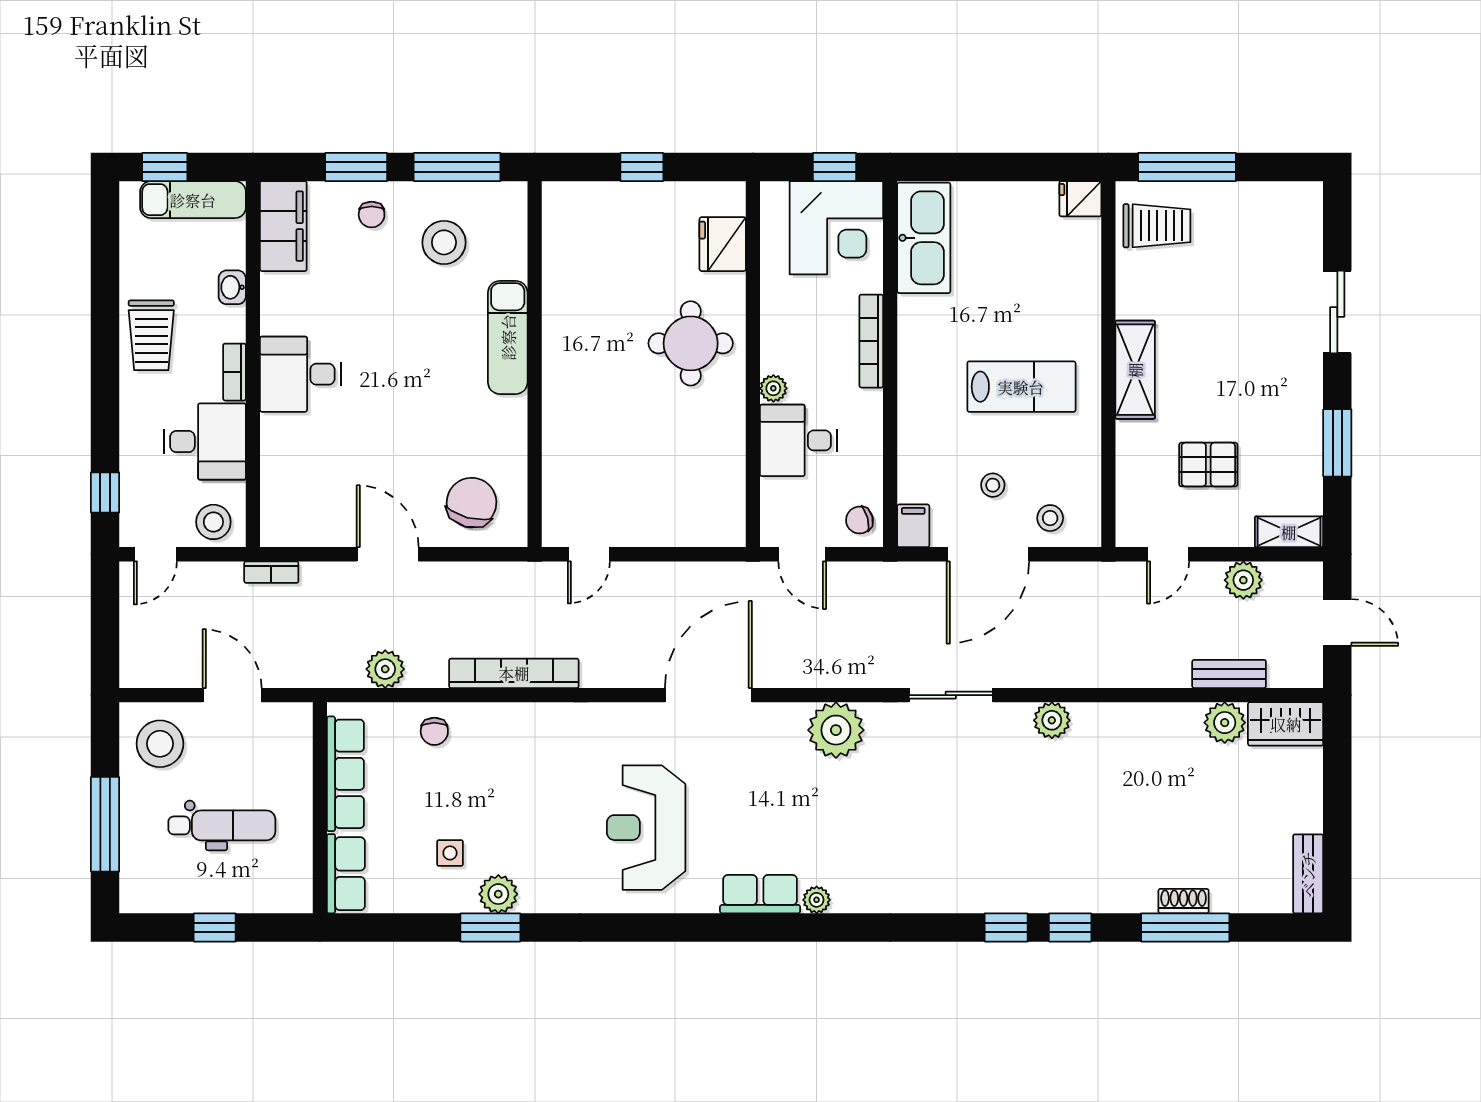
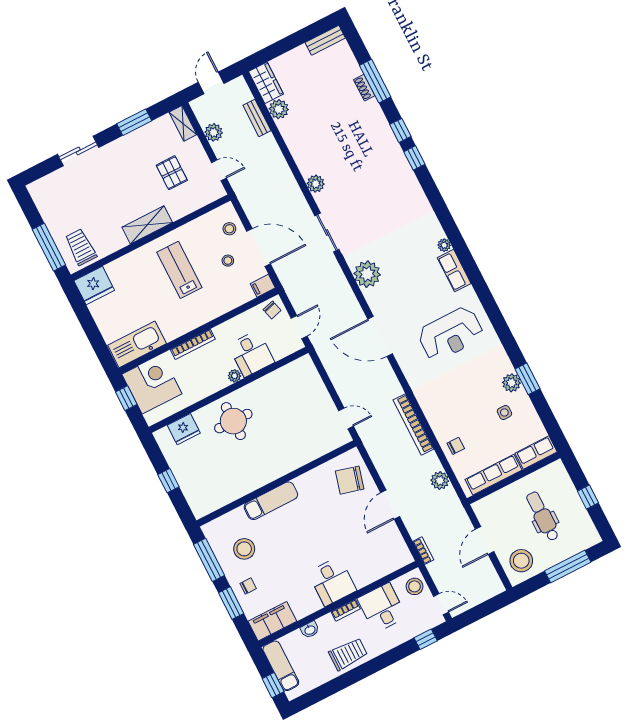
fridge: (1080, 199) -> (94, 285), width x1.88, depth x1.34

